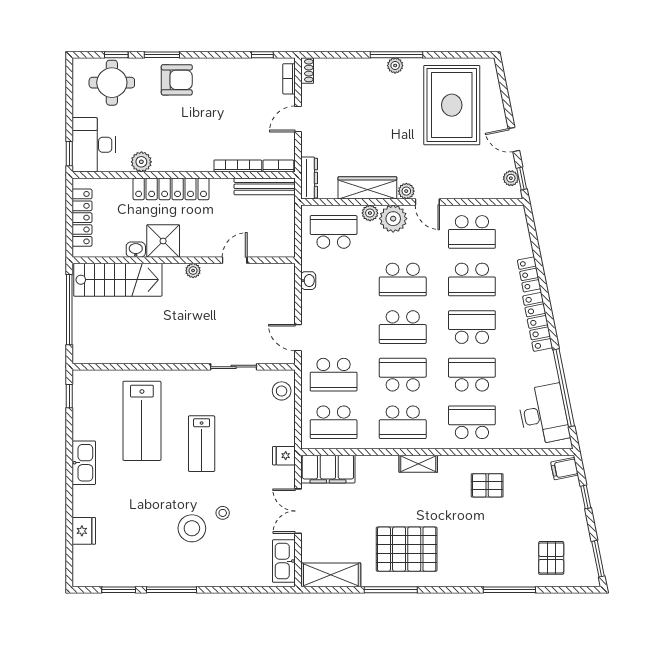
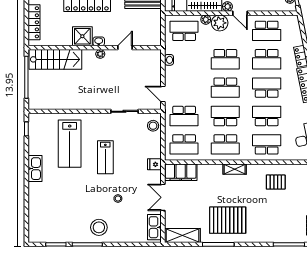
washbasin: (136, 250) -> (99, 41), moved
stool: (192, 528) -> (99, 227), moved
fridge: (84, 531) -> (35, 209), removed

